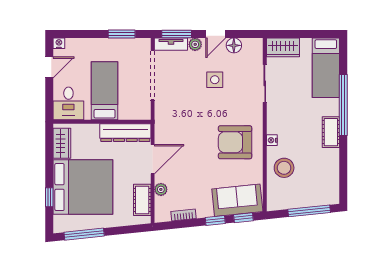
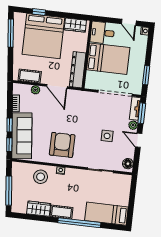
floor lamp: (234, 45) -> (128, 164), moved
wardrobe: (283, 47) -> (39, 209), moved, turned 90
bed: (105, 91) -> (108, 59), width x1.50
sofa: (237, 200) -> (22, 136), width x1.36

